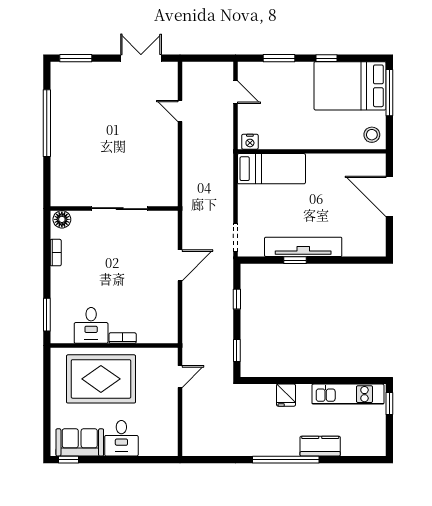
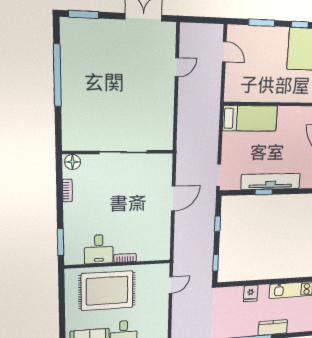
door: (180, 111) -> (177, 67), swing flipped
nightstand: (250, 142) -> (234, 95), removed

